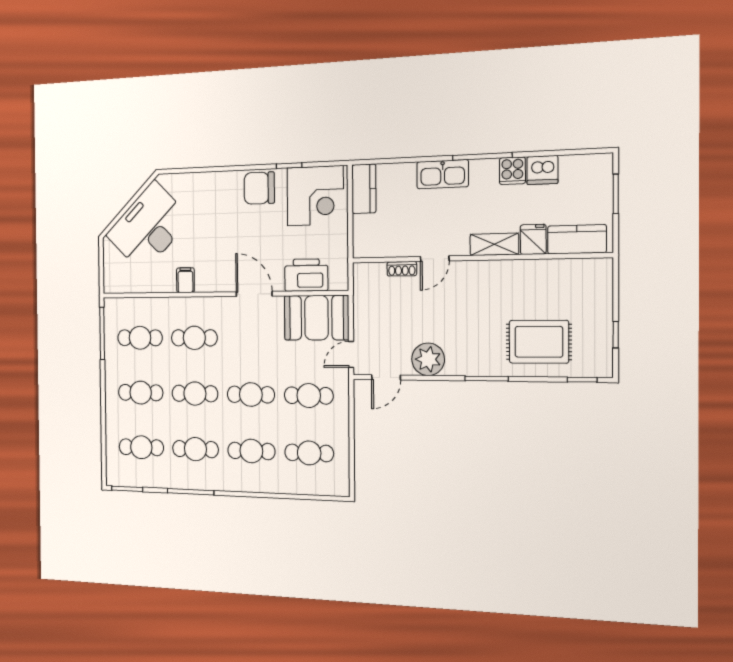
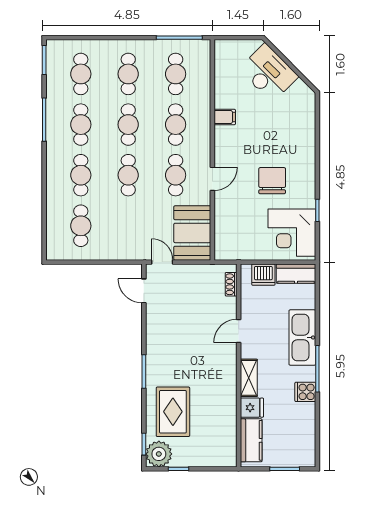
dishwasher: (542, 170) -> (263, 275), moved, turned -90
kitchen sink: (443, 174) -> (302, 338), width x1.36, depth x1.24
chair: (259, 188) -> (272, 181), moved
desk: (148, 227) -> (269, 73), width x0.73, depth x0.77
door: (435, 259) -> (239, 331), hinge flipped
shoe rack: (402, 269) -> (231, 284), moved
printer: (306, 275) -> (227, 224), removed
door: (254, 294) -> (212, 179), width x0.73
plant: (428, 359) -> (159, 454), moved
cafe table: (309, 396) -> (176, 175), moved

